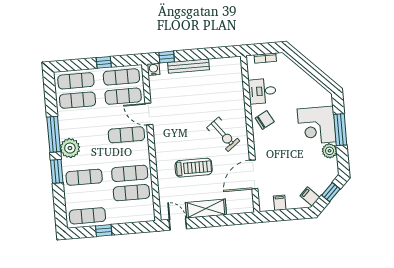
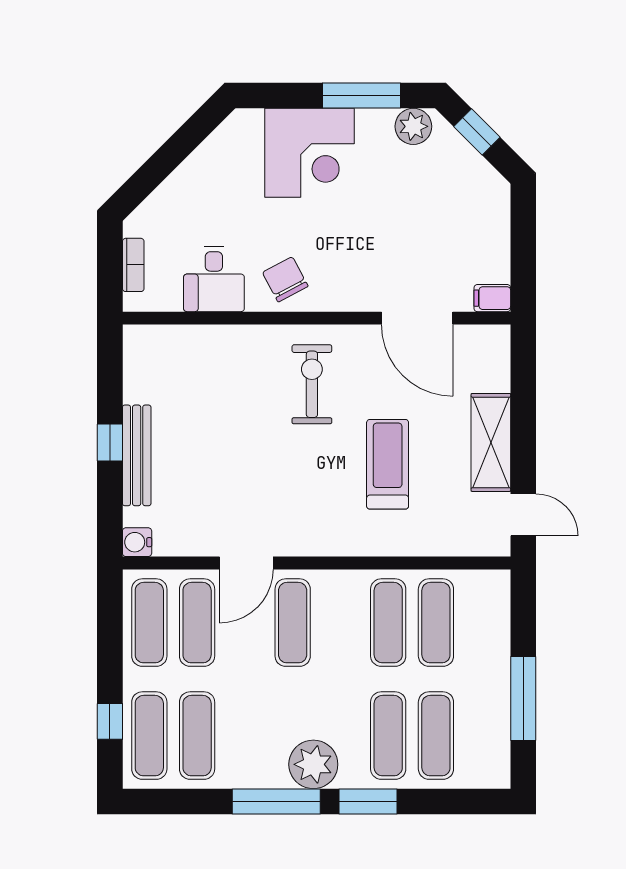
window: (167, 57) -> (110, 442), moved
window: (104, 62) -> (110, 721), moved
window: (340, 130) -> (362, 96), moved
exercise bike: (223, 134) -> (312, 384), turned -53
plant: (329, 151) -> (413, 126), moved
filing cabinet: (310, 197) -> (483, 184), removed
filing cabinet: (280, 203) -> (492, 298), moved
exercise mat: (87, 216) -> (436, 736), moved
door: (178, 224) -> (523, 515), swing flipped
window: (104, 230) -> (523, 699), width x2.17

